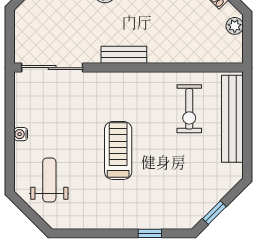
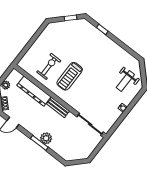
dresser: (183, 51) -> (34, 91), added
bench: (232, 119) -> (35, 49), removed
treadmill: (118, 150) -> (70, 76), moved

